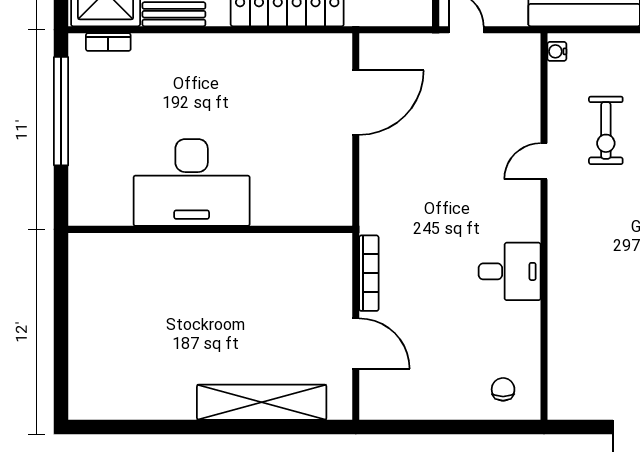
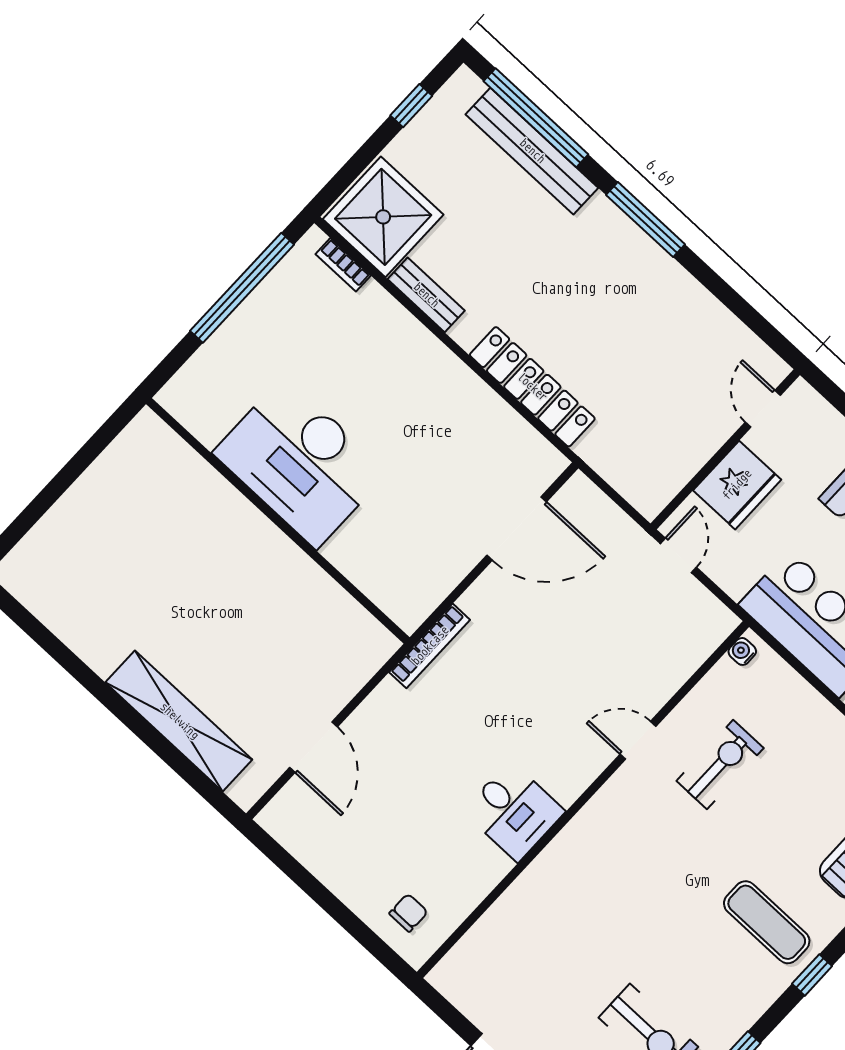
exercise bike: (606, 130) -> (720, 765), turned 180
bookcase: (369, 273) -> (430, 646), moved

